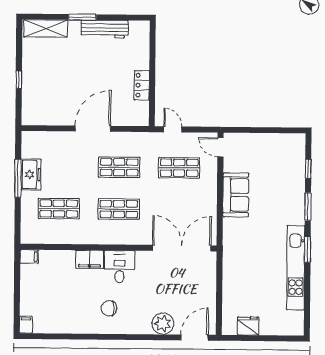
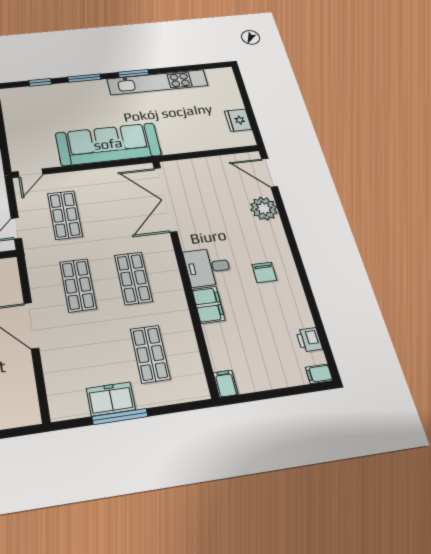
sofa: (236, 195) -> (108, 144), width x1.85, depth x1.27
printer: (52, 326) -> (309, 340), added

